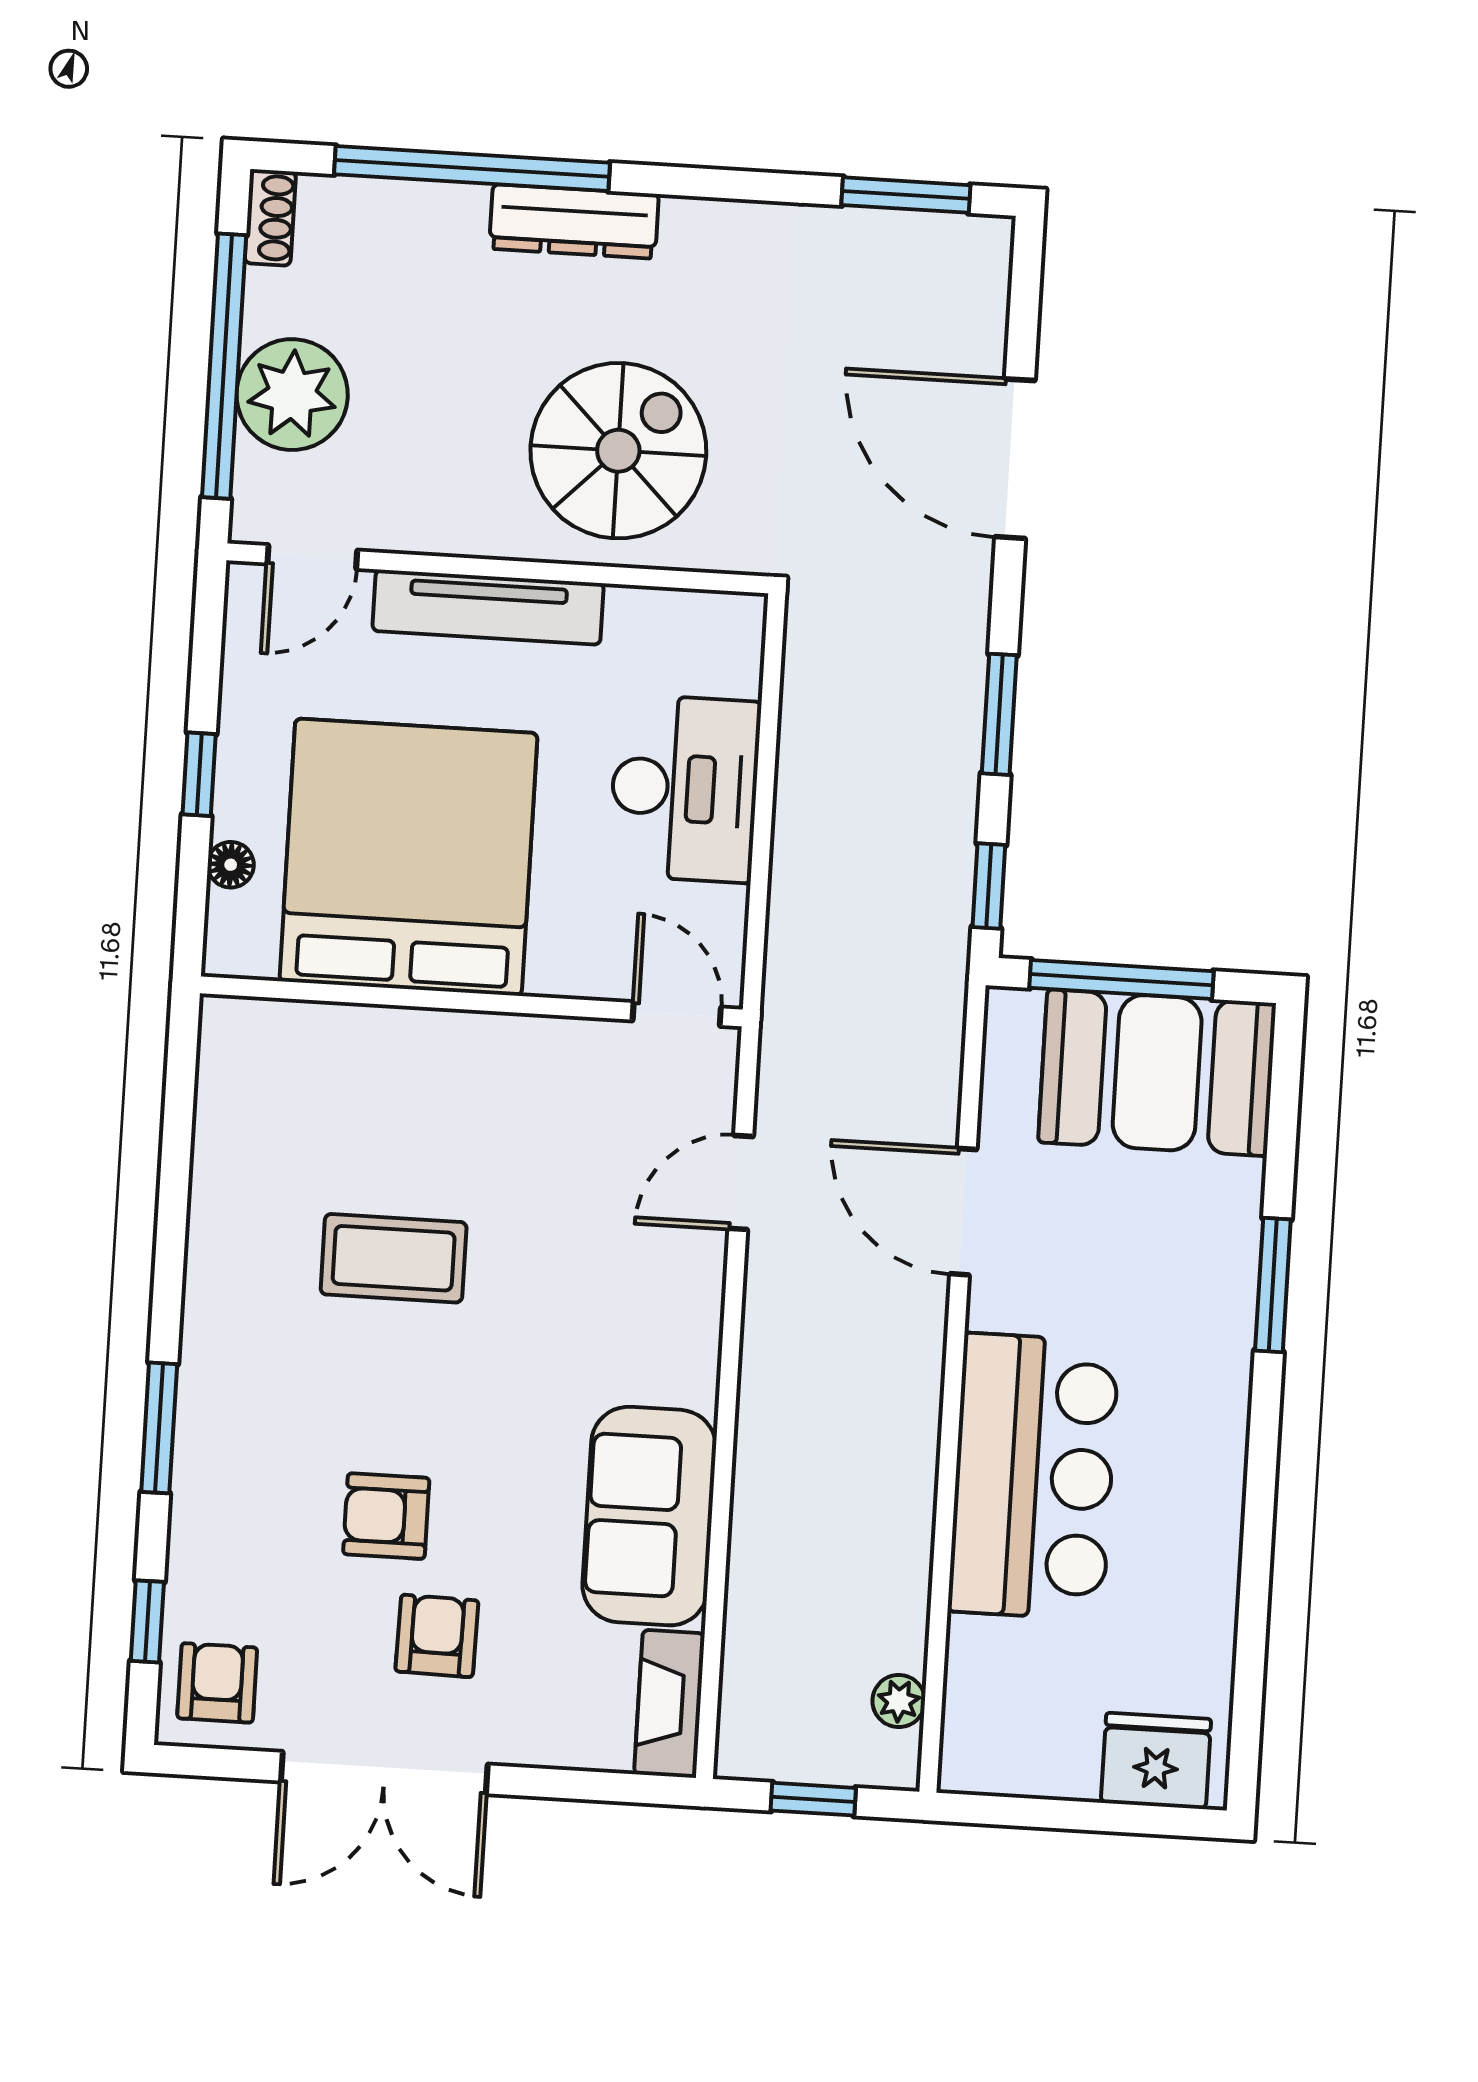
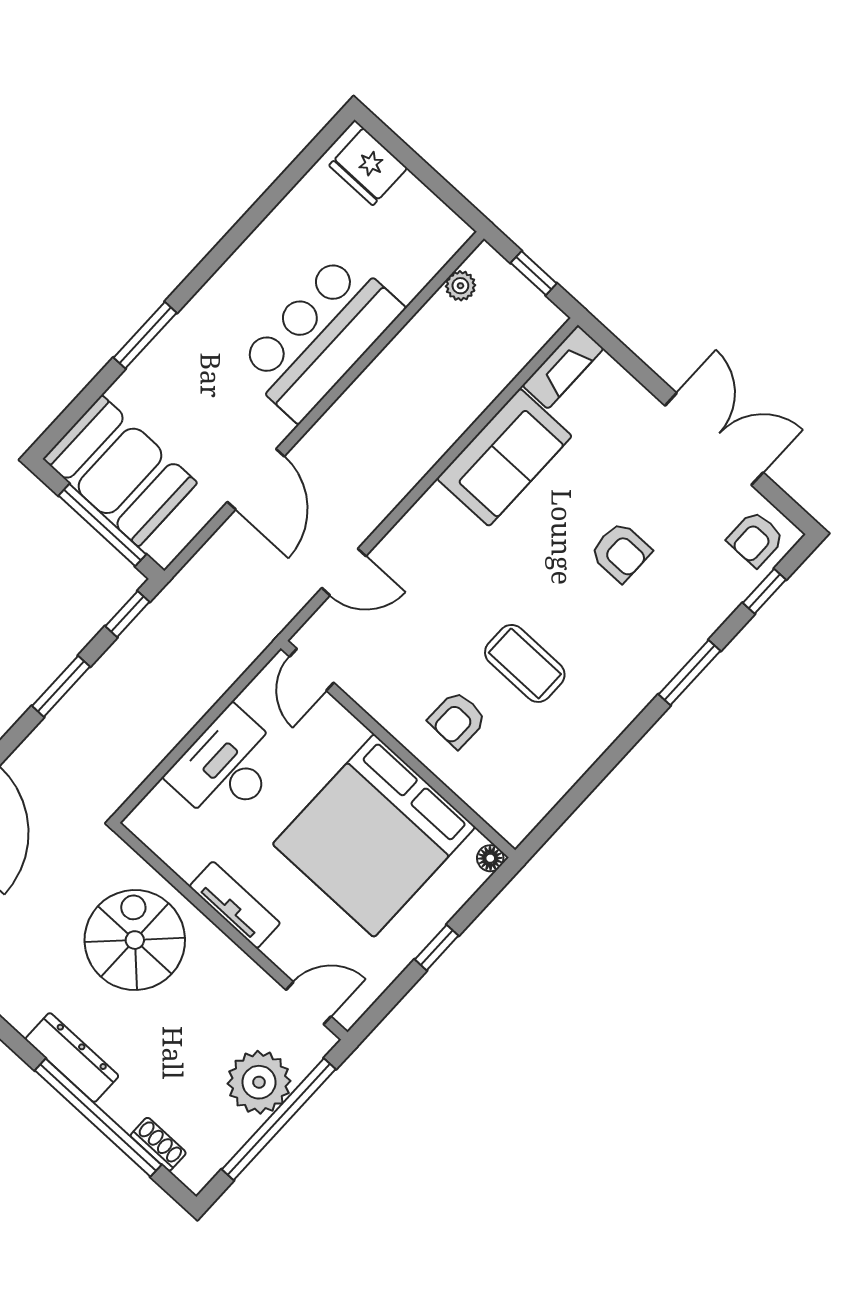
shoe rack: (270, 218) -> (158, 1144), moved, turned 90
spiral stairs: (618, 451) -> (135, 940), turned 90
tv unit: (488, 607) -> (235, 905), width x0.71
floor lamp: (231, 865) -> (490, 858), moved
armchair: (437, 1636) -> (457, 720), moved

